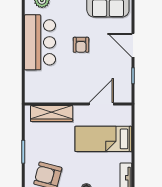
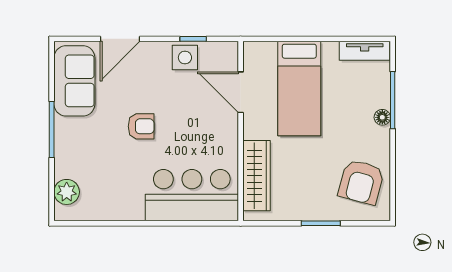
bar counter: (40, 42) -> (192, 195), moved
door: (133, 45) -> (120, 39), moved
side table: (122, 71) -> (185, 58), added

